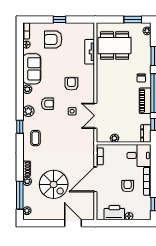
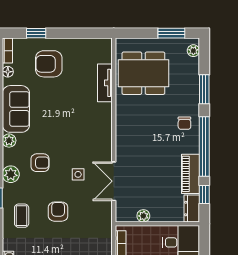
window: (60, 20) -> (36, 33), moved
armchair: (71, 84) -> (58, 212), moved
piano: (145, 101) -> (191, 174), moved

